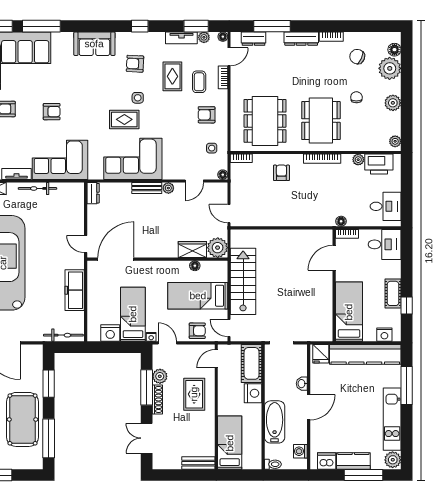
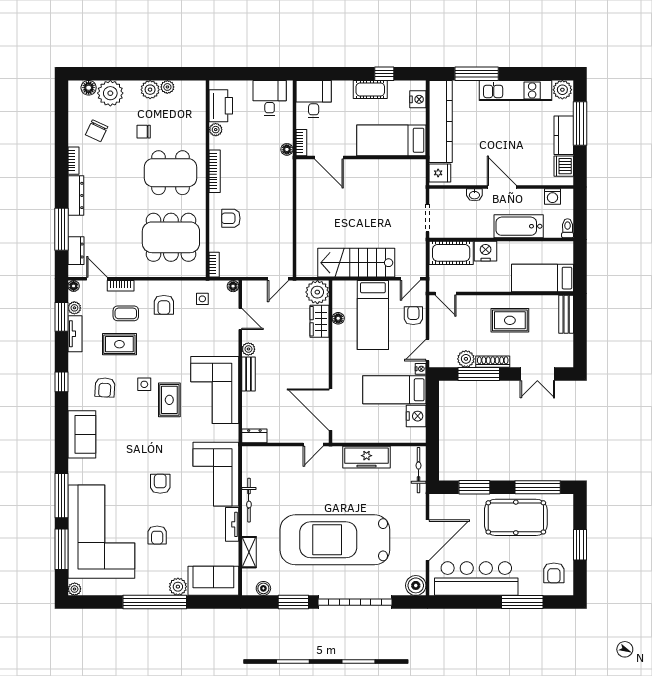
plant: (395, 141) -> (167, 87), moved
rug: (194, 394) -> (510, 320), moved

